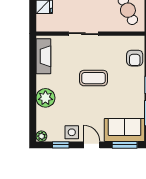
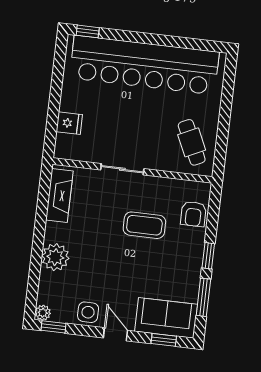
coffee table: (94, 78) -> (144, 225), moved
window: (61, 145) -> (53, 327), moved
window: (125, 145) -> (164, 340), width x0.67

